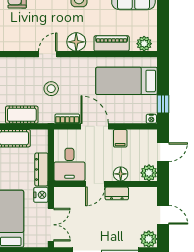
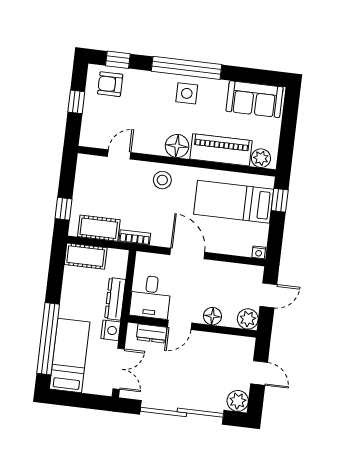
piano: (112, 43) -> (221, 150), width x1.37, depth x1.33
door: (48, 54) -> (119, 154), moved
stool: (51, 89) -> (162, 180), moved
window: (163, 104) -> (280, 200), moved
bookcase: (67, 119) -> (135, 237), moved
filing cabinet: (120, 138) -> (217, 272), removed
dresser: (117, 193) -> (152, 333), moved

